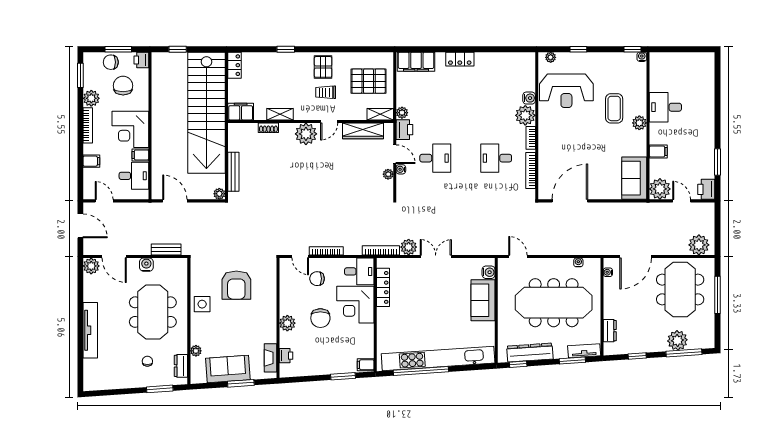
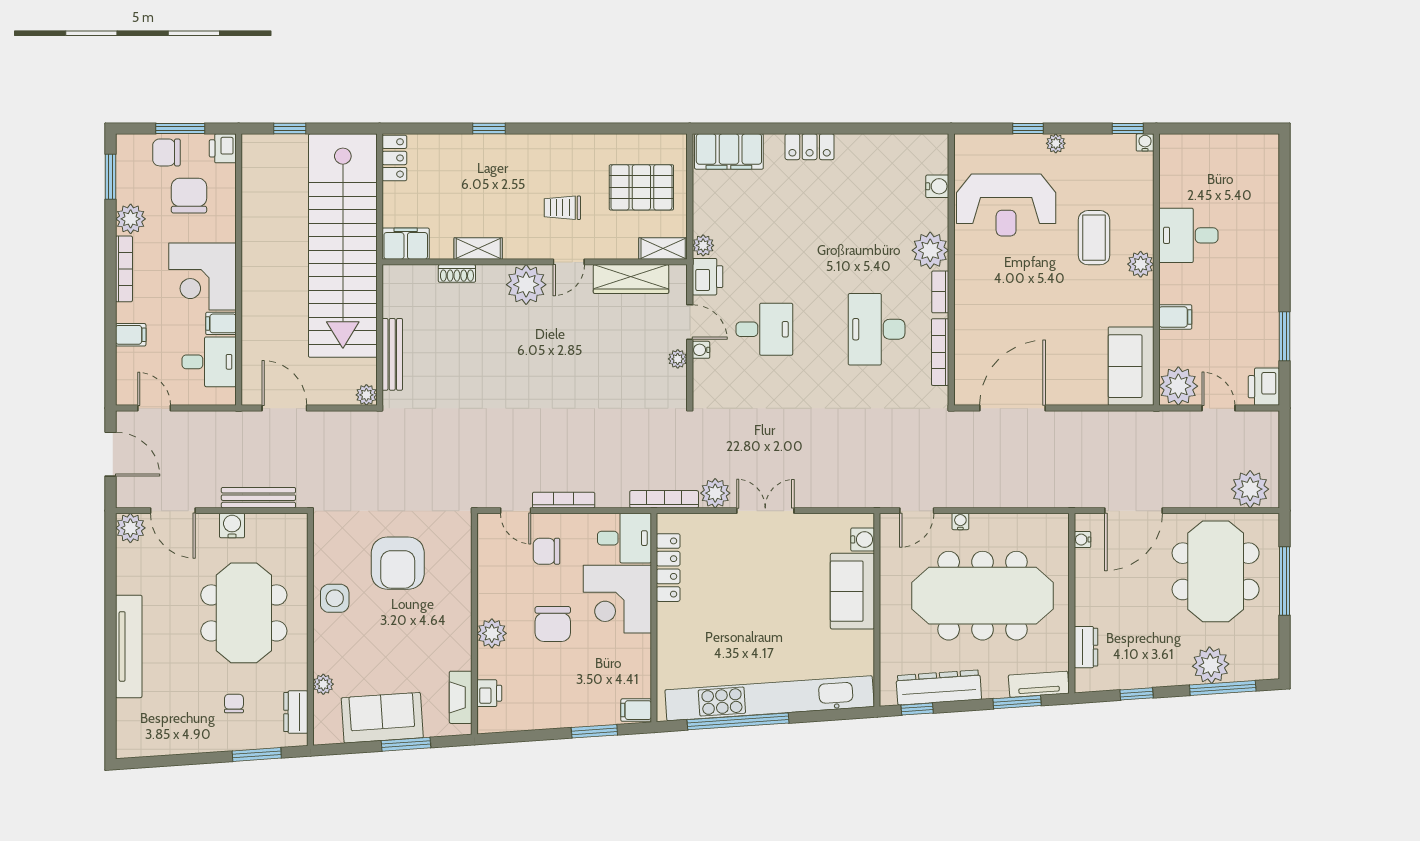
plant: (551, 57) -> (1056, 143), moved
pallet: (323, 67) -> (558, 161), removed
water cooler: (529, 98) -> (937, 186), moved
desk: (496, 158) -> (877, 329), width x1.37
bench: (166, 250) -> (258, 498), width x1.36
door: (518, 257) -> (917, 511), swing flipped
water cooler: (578, 262) -> (960, 521), moved

